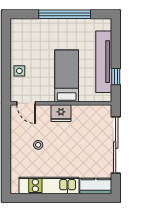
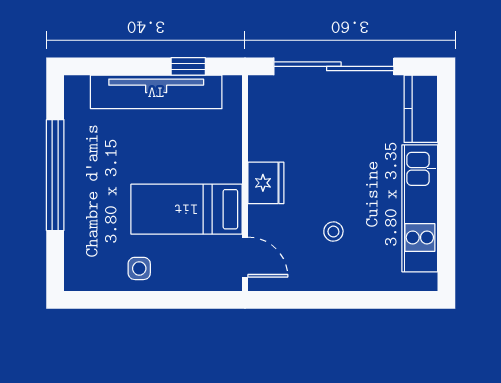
side table: (19, 71) -> (139, 268), moved
bed: (67, 76) -> (186, 209), moved
door: (26, 103) -> (245, 257), hinge flipped

